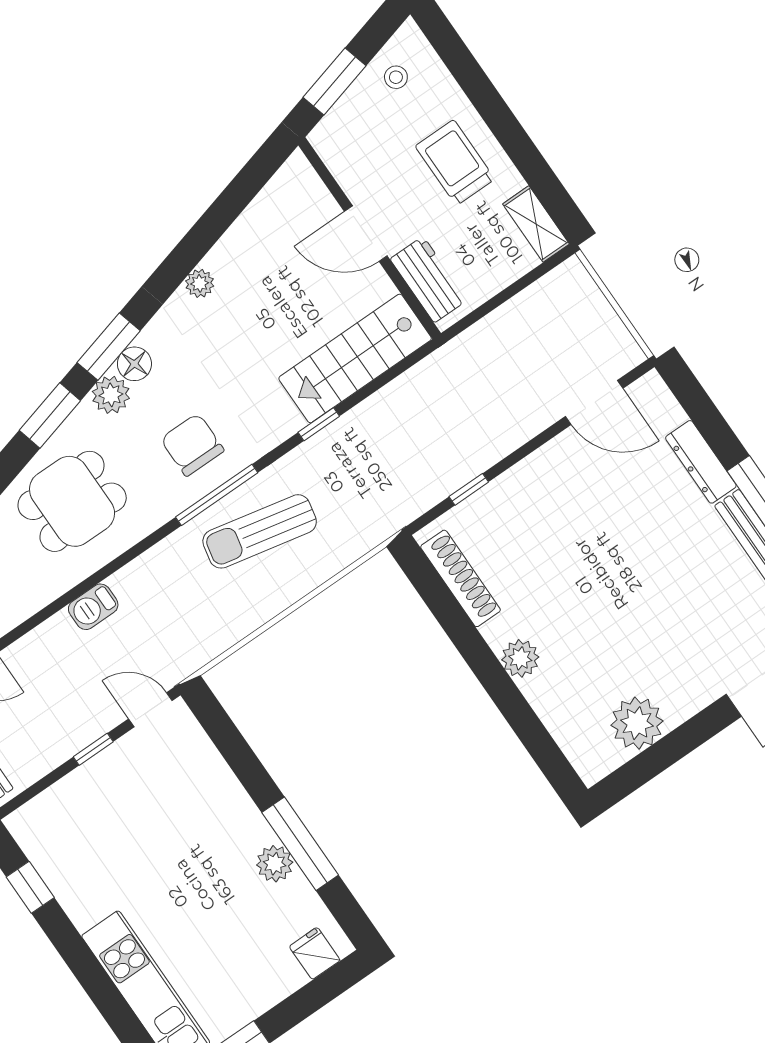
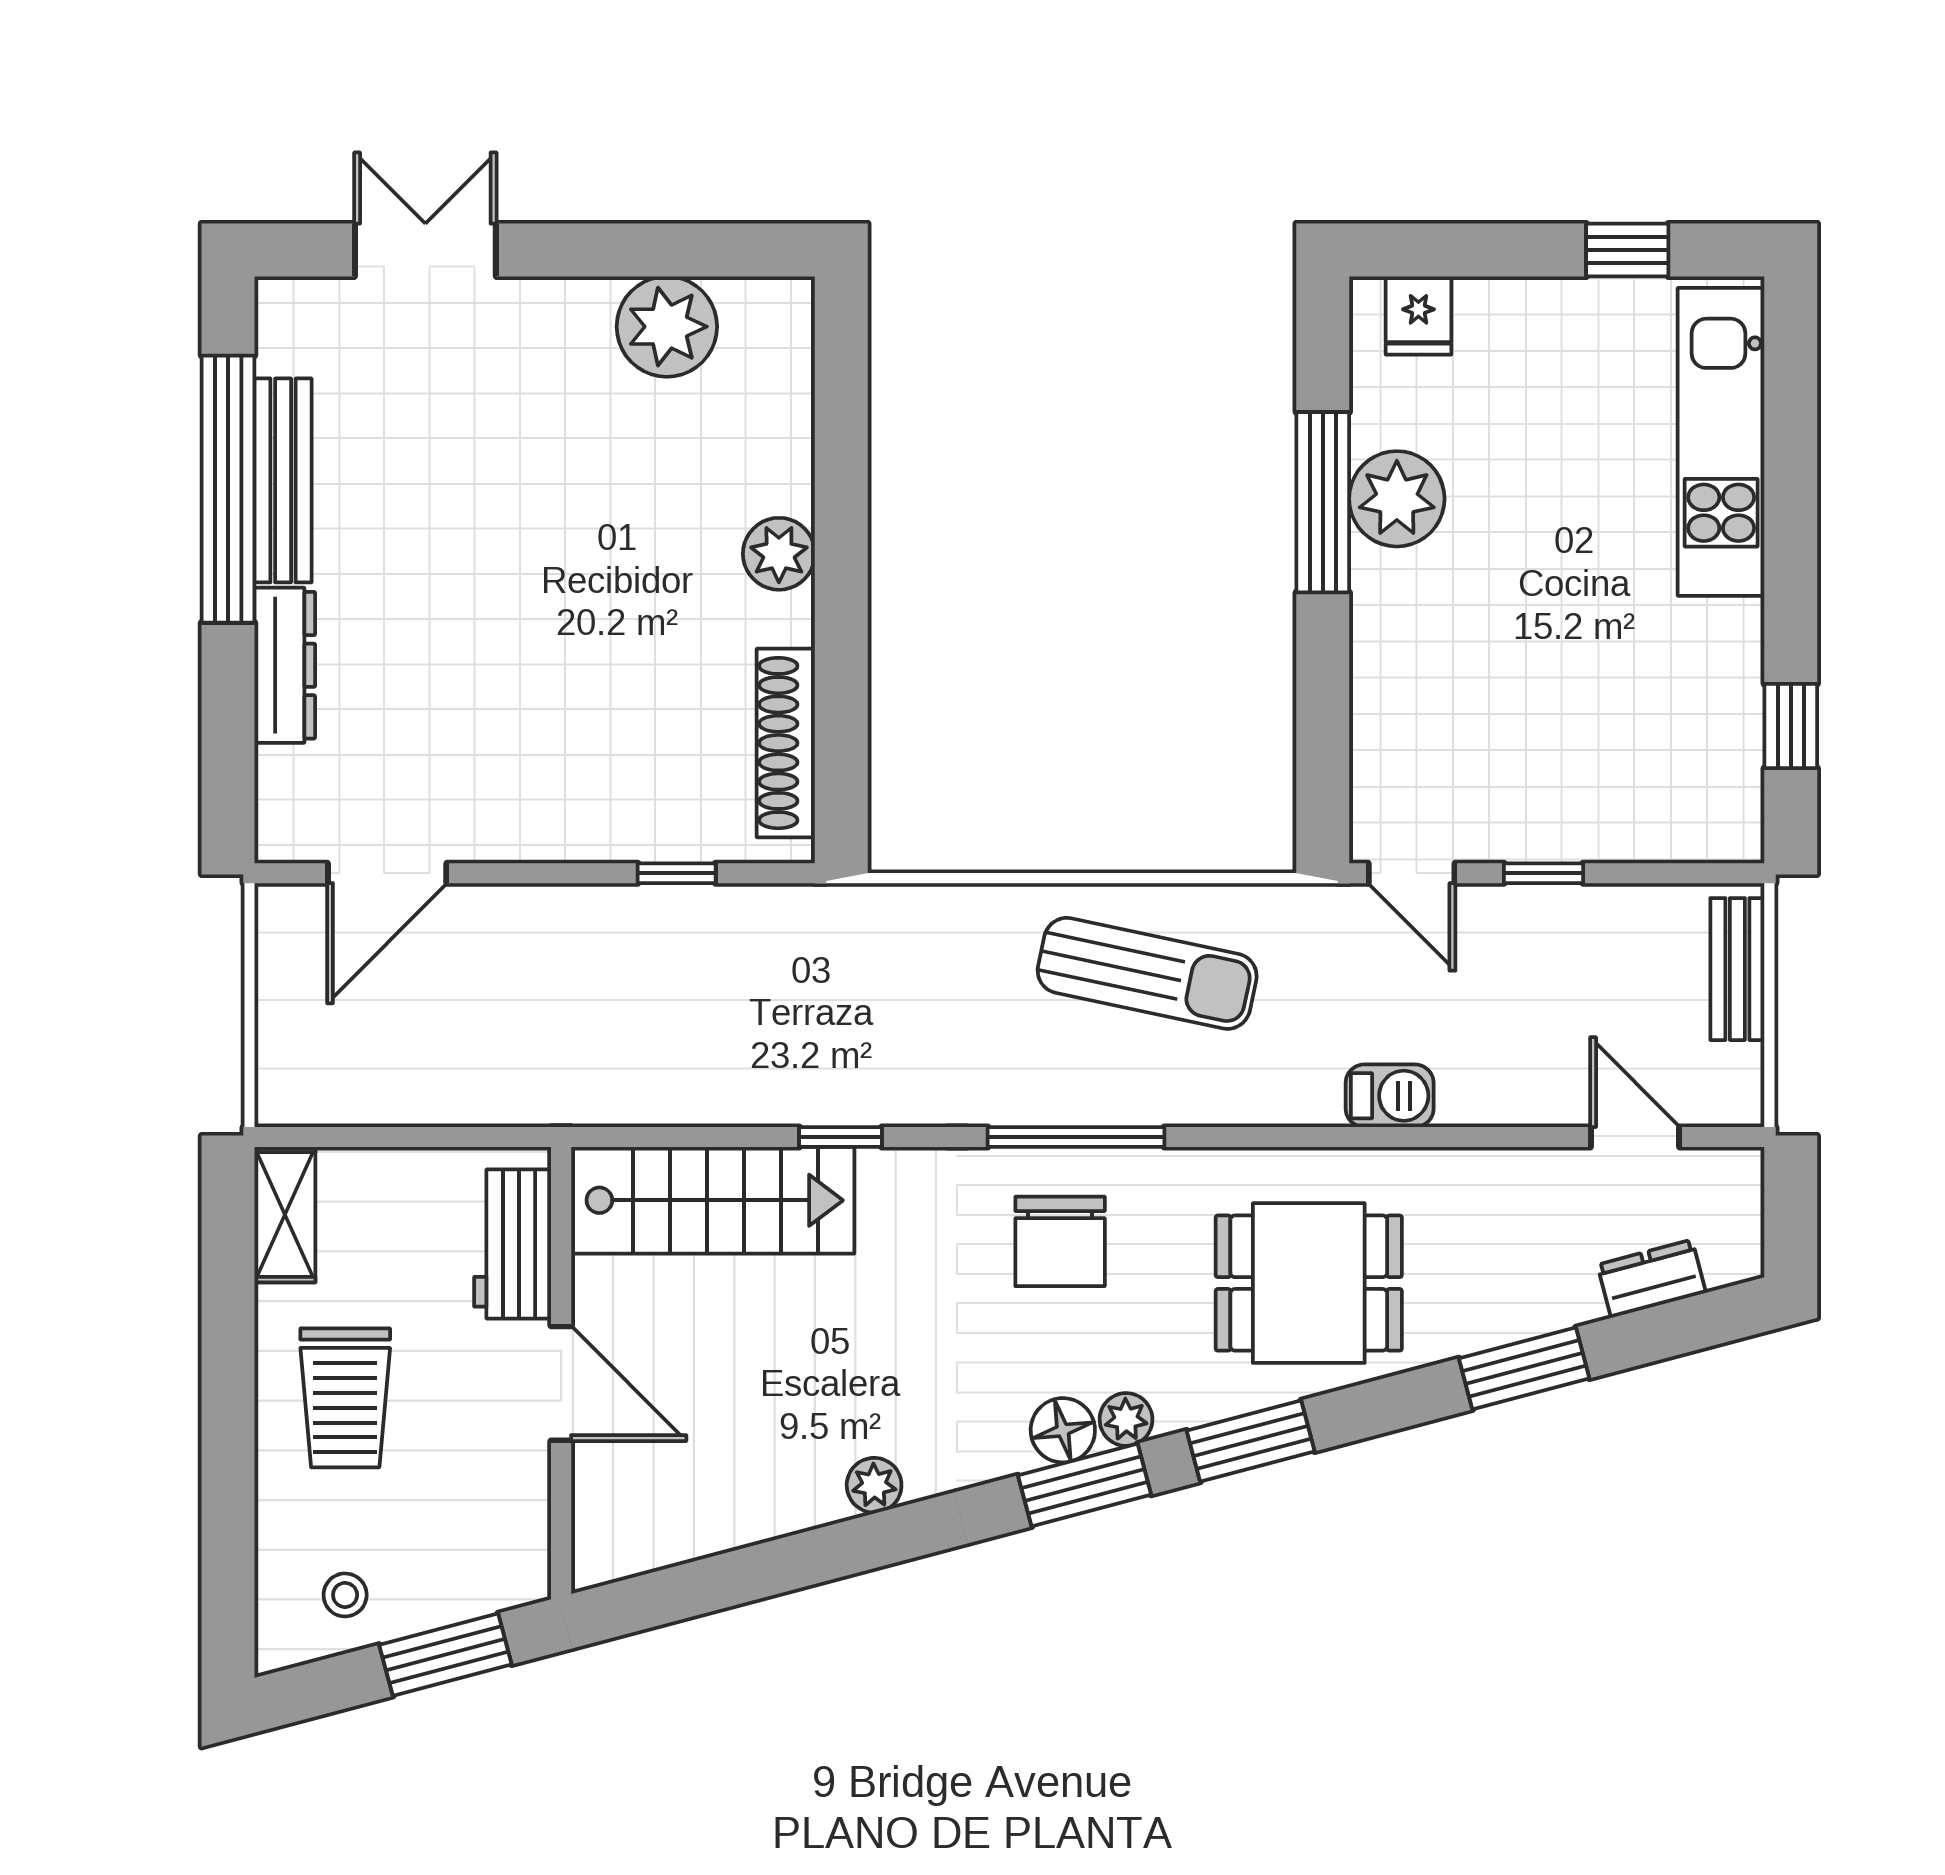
plant: (111, 395) -> (1126, 1419), width x0.73, depth x0.73
door: (594, 402) -> (387, 873), swing flipped
sun lounger: (260, 531) -> (1147, 973), moved
plant: (275, 864) -> (1397, 499), width x1.36, depth x1.36

